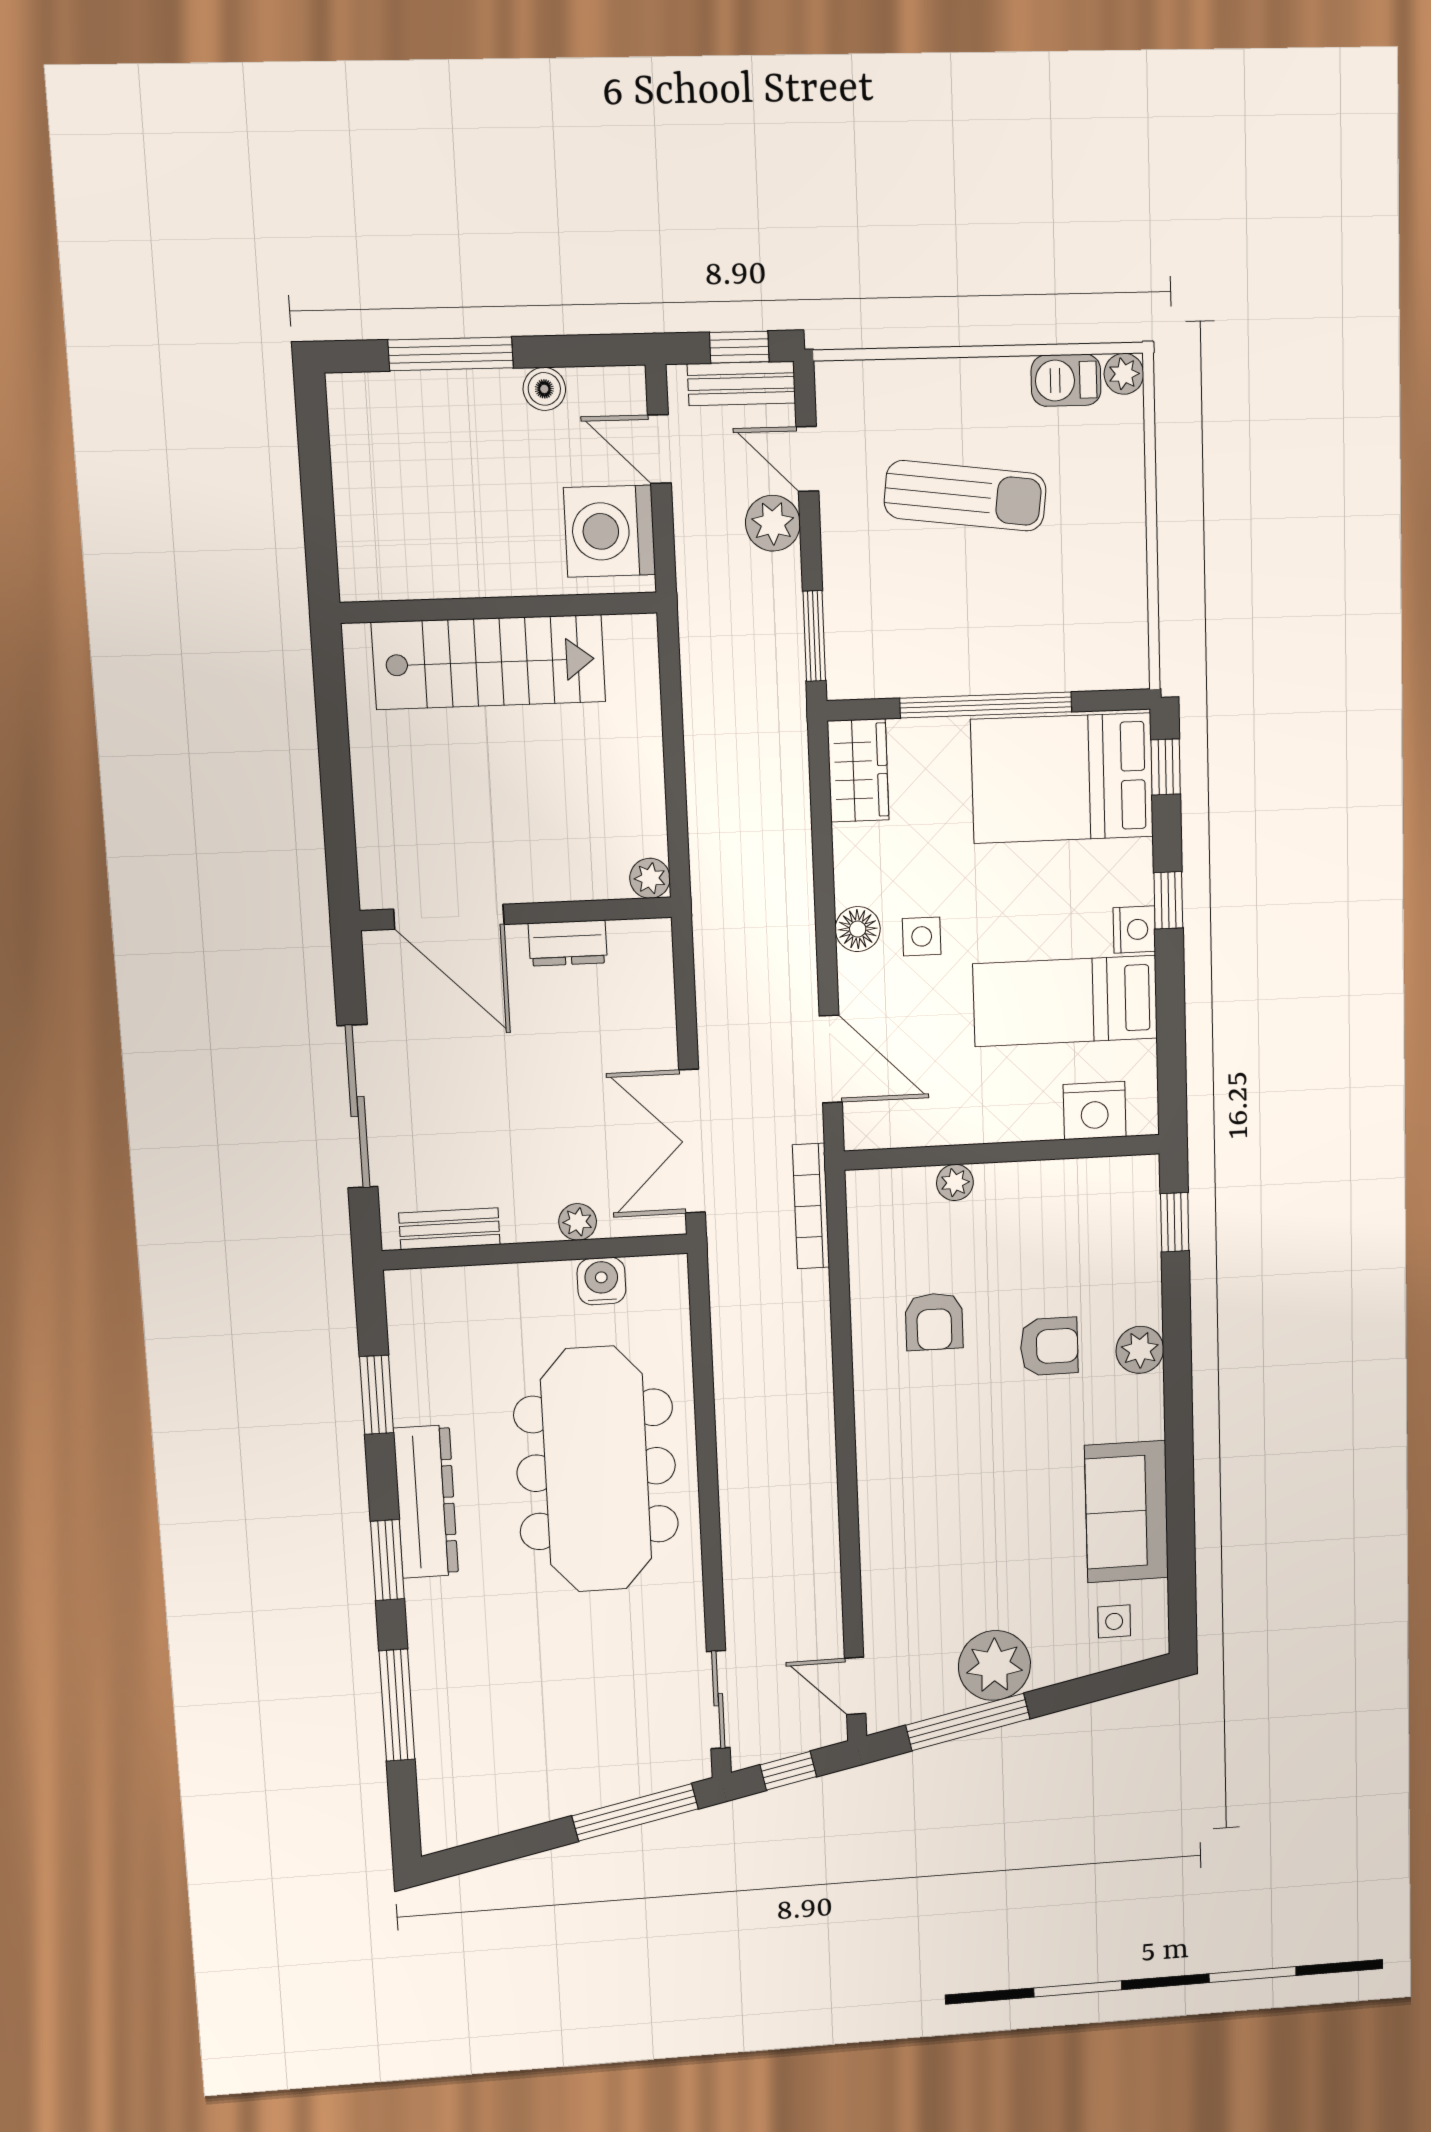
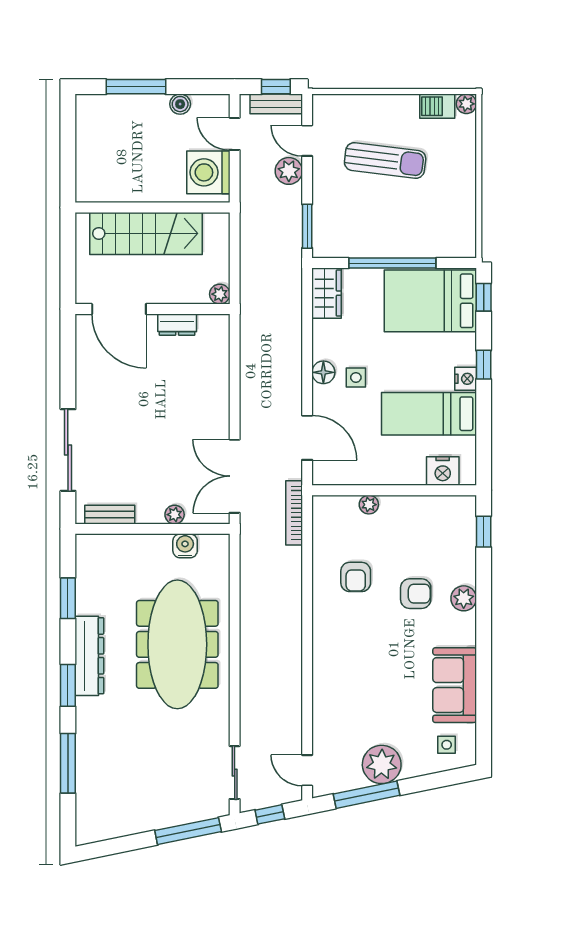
plant: (650, 878) -> (220, 294), moved
wall: (517, 914) -> (152, 309), moved
door: (449, 917) -> (119, 309), moved
dresser: (568, 943) -> (177, 325), moved

